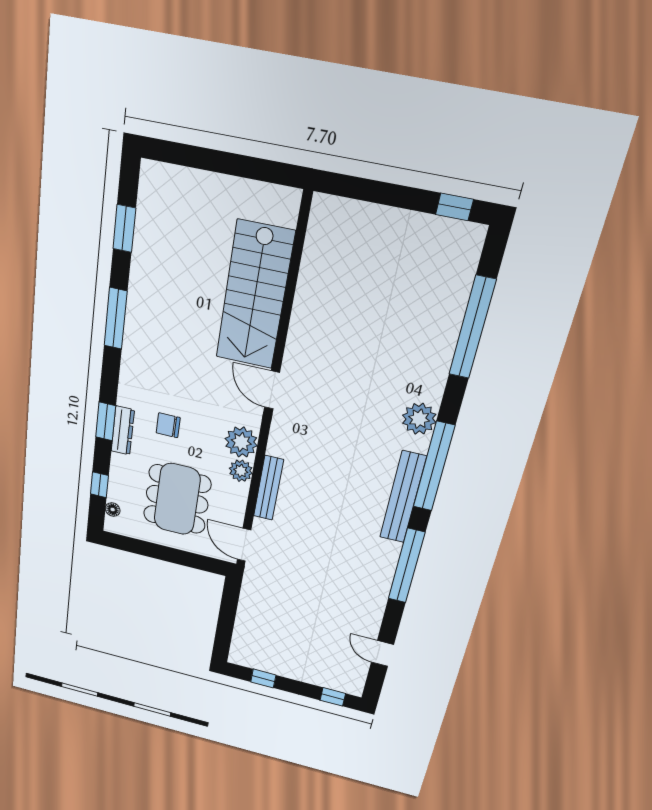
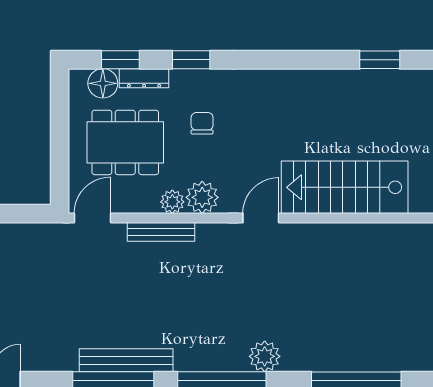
window: (116, 318) -> (296, 60), removed
dresser: (123, 431) -> (144, 78), moved
window: (99, 485) -> (120, 60), width x1.50
bench: (403, 497) -> (126, 360), moved
floor lamp: (113, 510) -> (103, 83), width x1.89, depth x1.89

